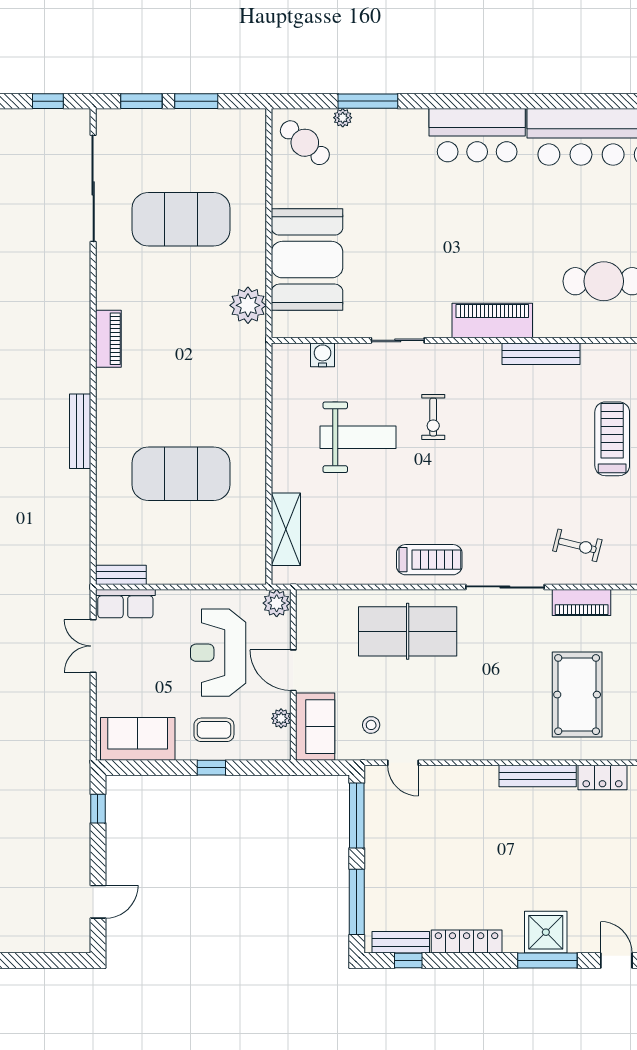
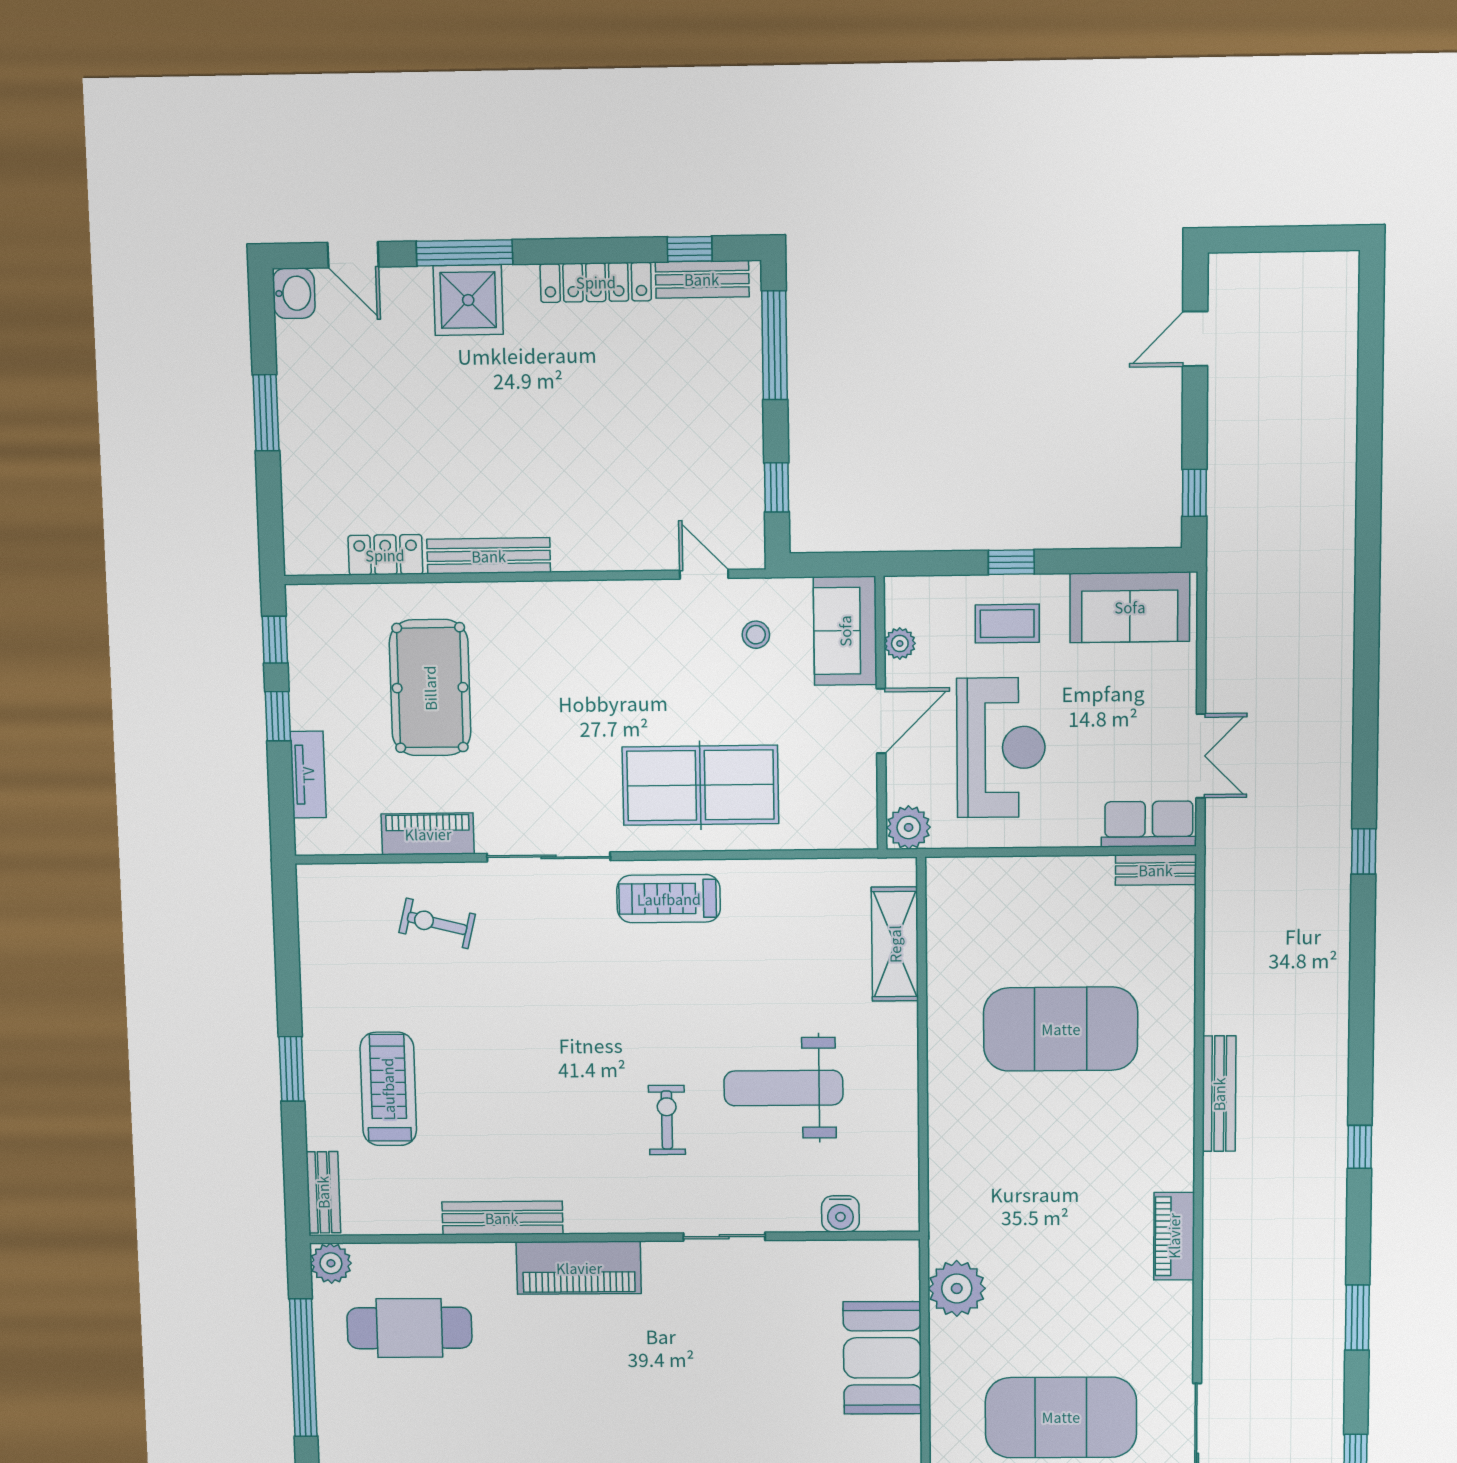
booth: (307, 260) -> (882, 1358), width x0.73, depth x0.70
treadmill: (612, 439) -> (388, 1089), turned 180
door: (293, 670) -> (881, 721), hinge flipped
window: (357, 815) -> (777, 487), width x0.46

